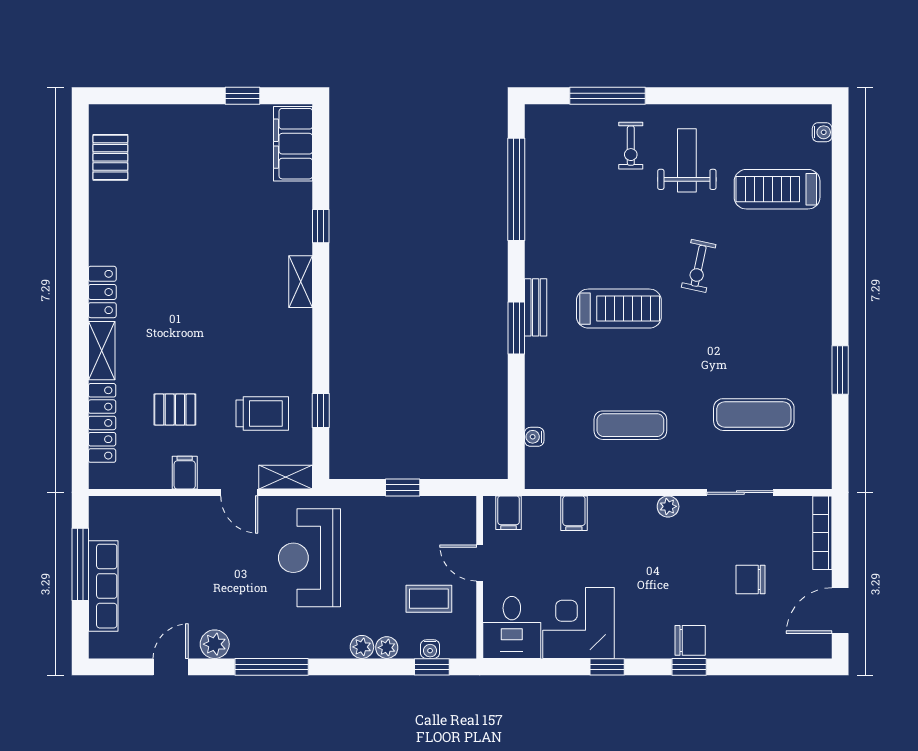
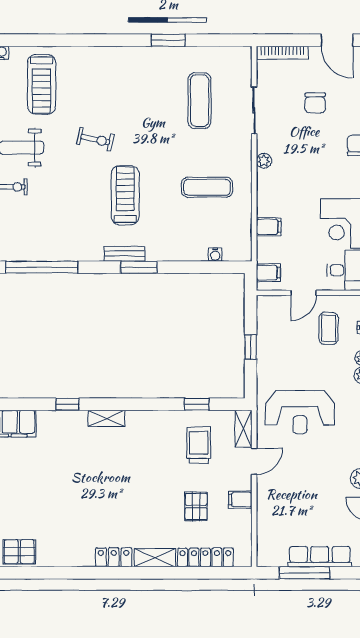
exercise mat: (630, 425) -> (207, 187), turned 90

